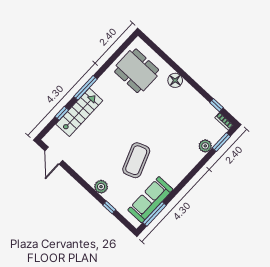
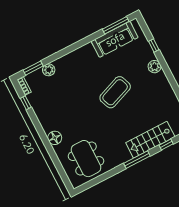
coffee table: (136, 160) -> (115, 92), moved

